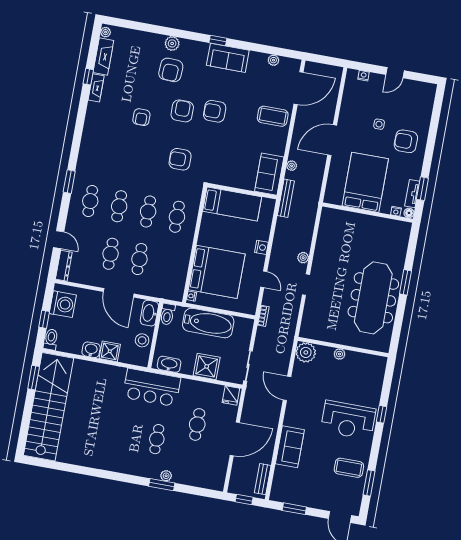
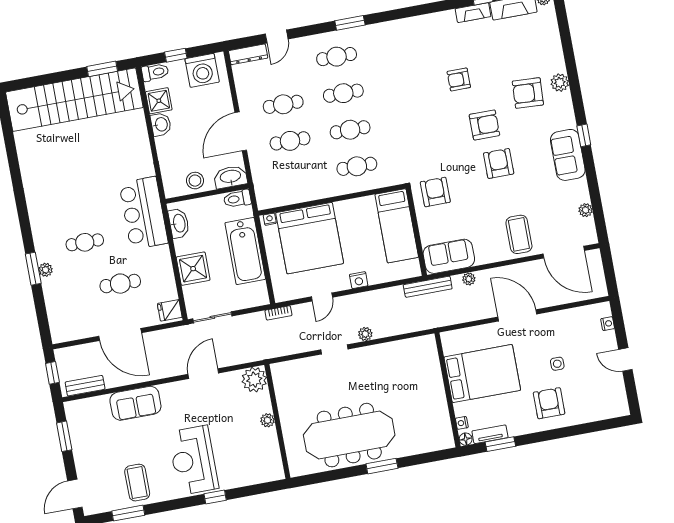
armchair: (180, 159) -> (435, 192), moved
shower: (110, 351) -> (159, 101), moved

